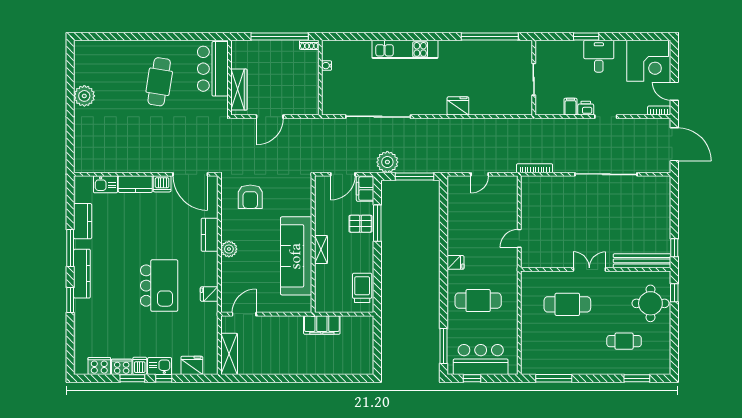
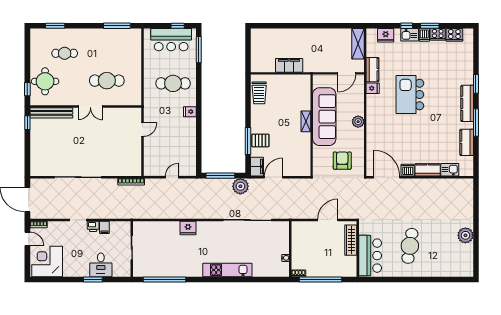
desk: (599, 56) -> (101, 265), moved
kitchen counter: (210, 235) -> (372, 70), moved
wall: (313, 244) -> (312, 125), moved
shelving: (321, 249) -> (306, 121), moved
sofa: (296, 256) -> (324, 117), moved

